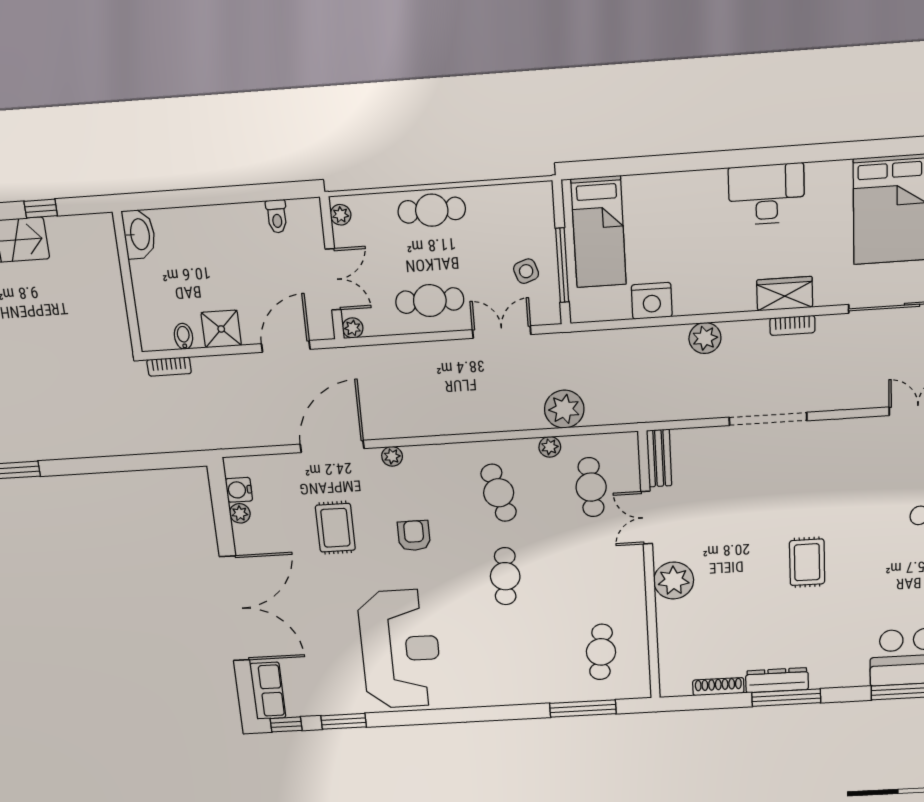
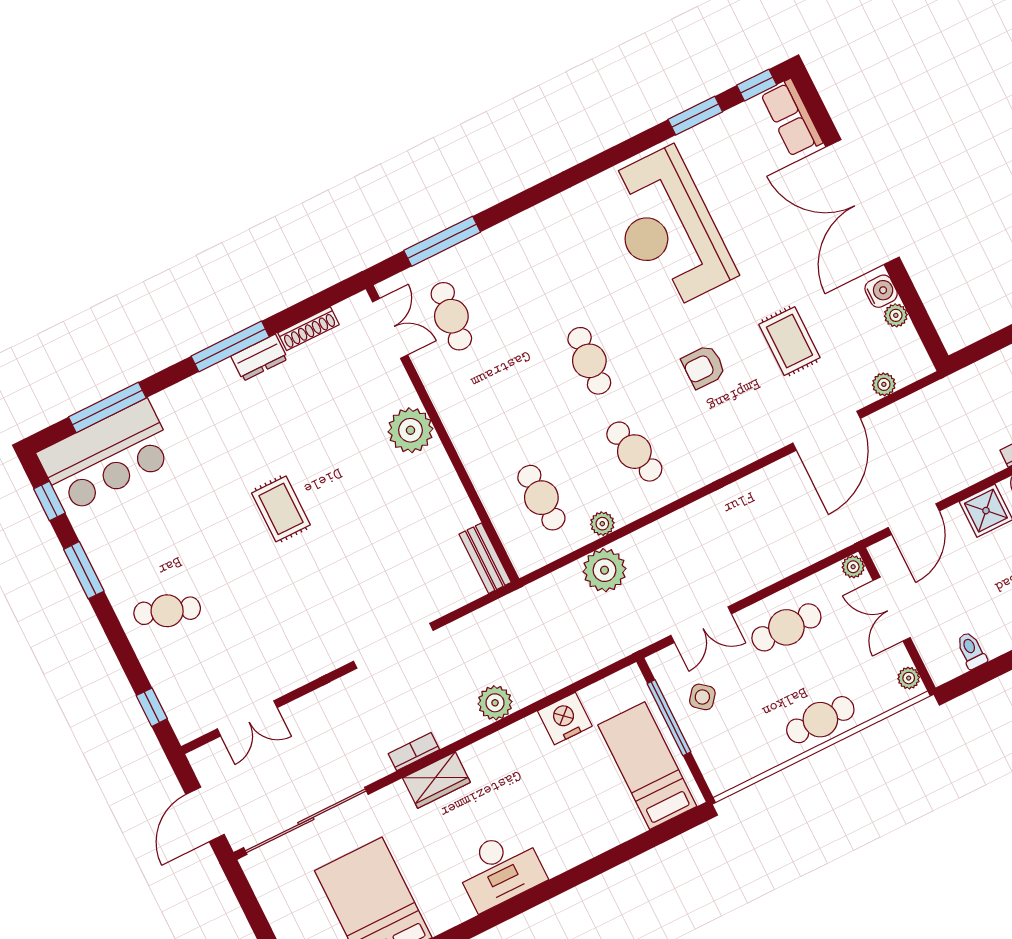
side table: (526, 271) -> (702, 697), turned -32
plant: (392, 456) -> (884, 384), moved
water cooler: (239, 490) -> (881, 291), moved
double door: (647, 518) -> (390, 328), moved
armchair: (414, 536) -> (704, 367), turned 90
dresser: (777, 680) -> (259, 358), width x0.70

